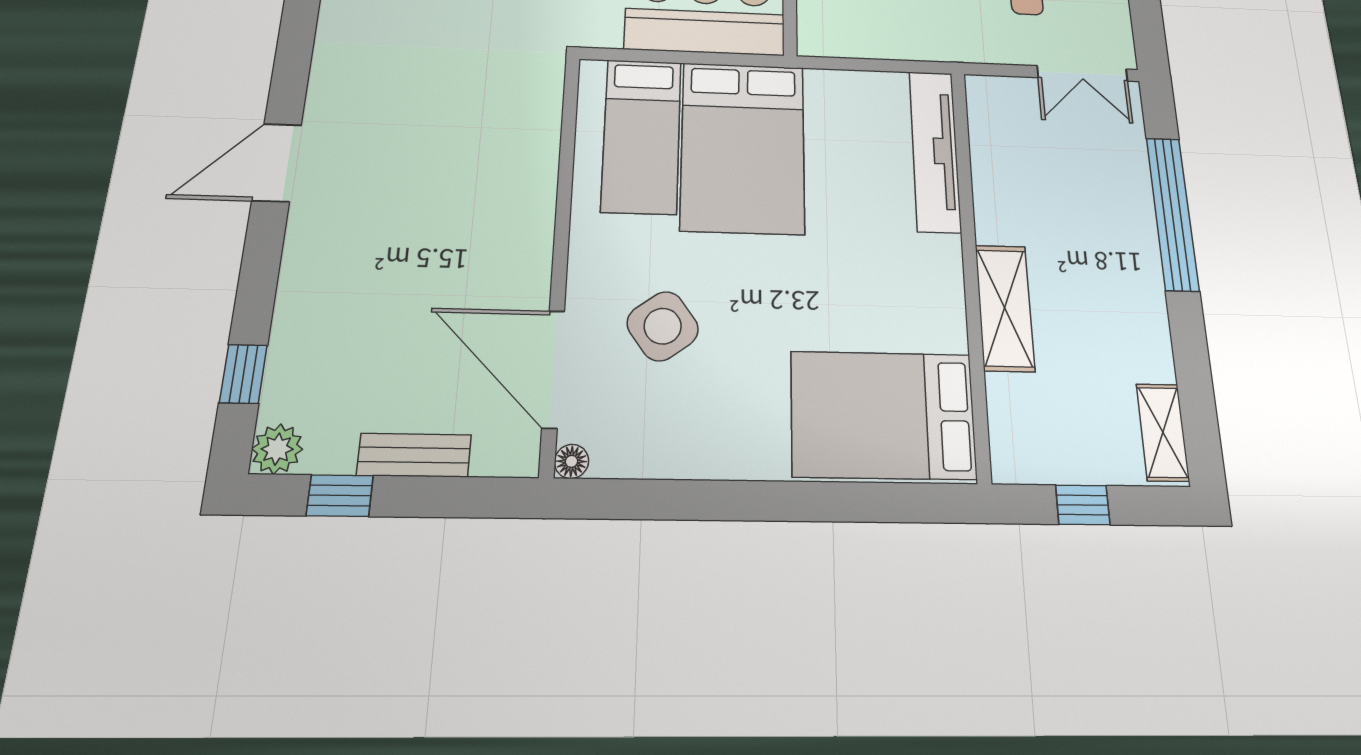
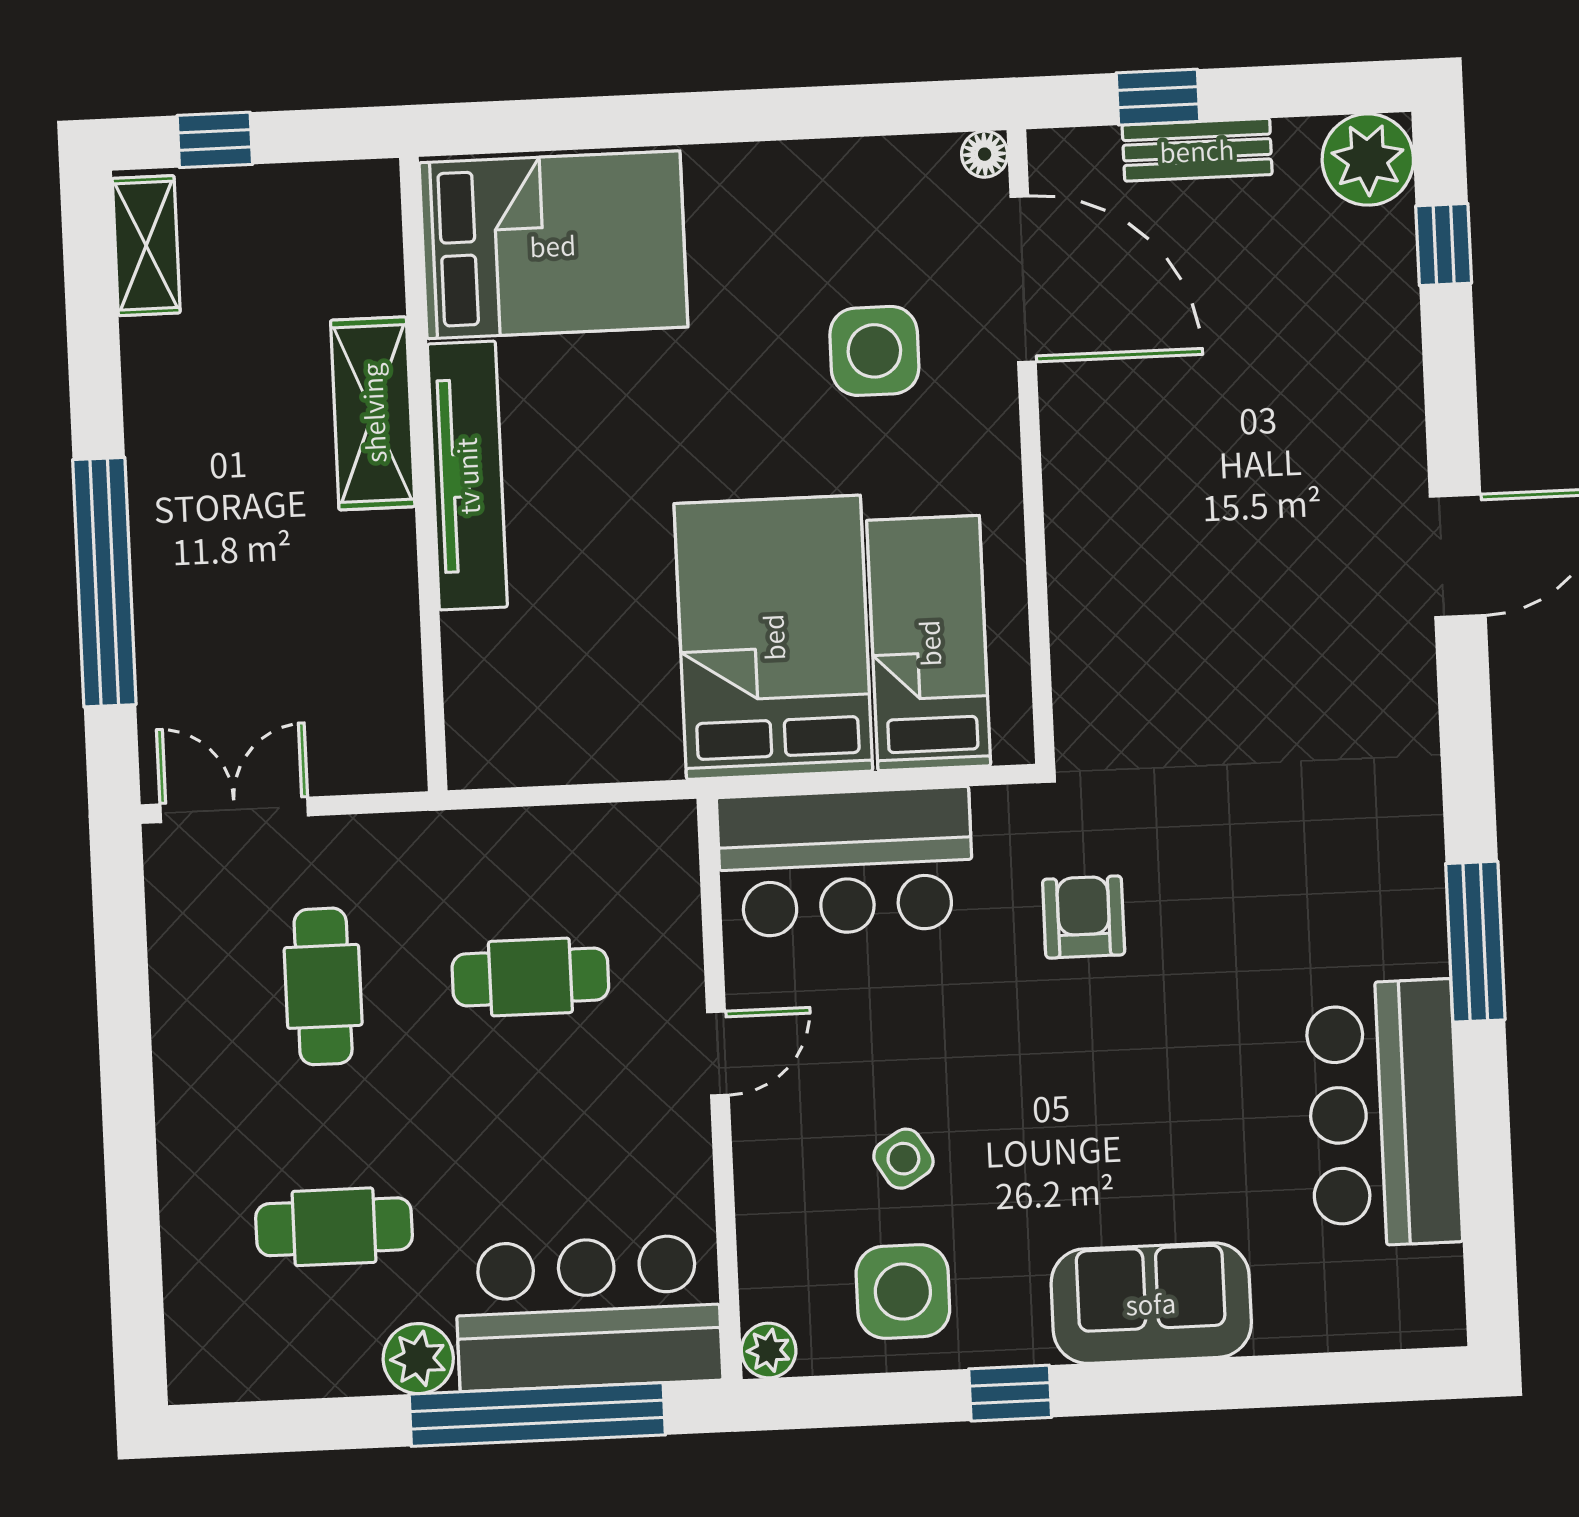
tv unit: (935, 151) -> (467, 476), moved
side table: (663, 326) -> (874, 351), turned 36
plant: (277, 449) -> (1368, 160), width x1.36, depth x1.36
window: (340, 496) -> (1158, 97), moved
window: (1083, 505) -> (215, 140), moved

